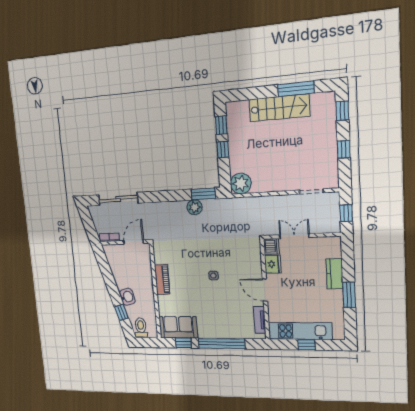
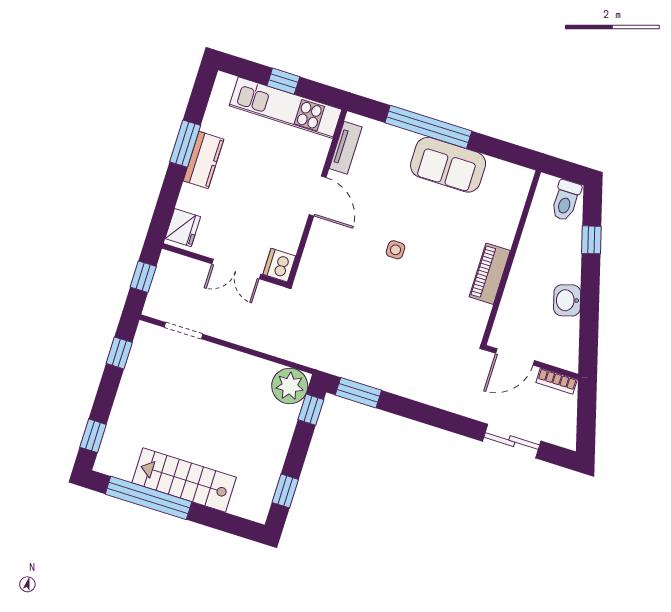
window: (296, 89) -> (149, 498), width x1.46
window: (344, 149) -> (119, 353), moved
window: (223, 150) -> (311, 410), moved
sliding door: (118, 199) -> (512, 441), width x0.73
plant: (195, 207) -> (382, 376), removed
fridge: (273, 264) -> (183, 228), moved, turned 180
kitchen counter: (335, 274) -> (203, 160), moved
washbasin: (127, 297) -> (567, 300), moved
sofa: (178, 327) -> (448, 165), moved
window: (184, 343) -> (497, 148), removed

